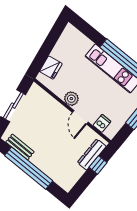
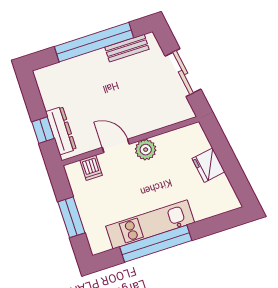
fridge: (51, 68) -> (208, 165), moved

